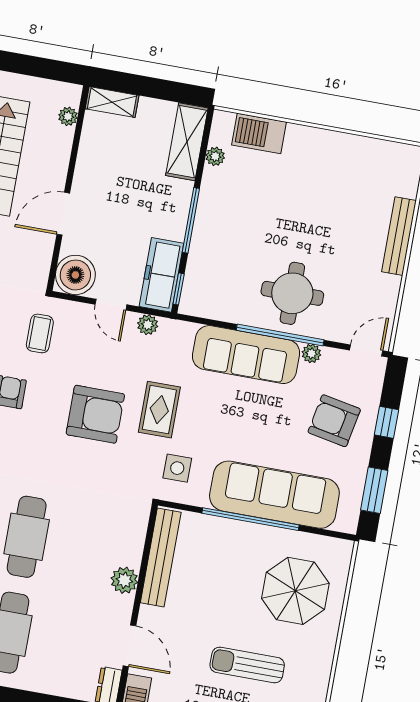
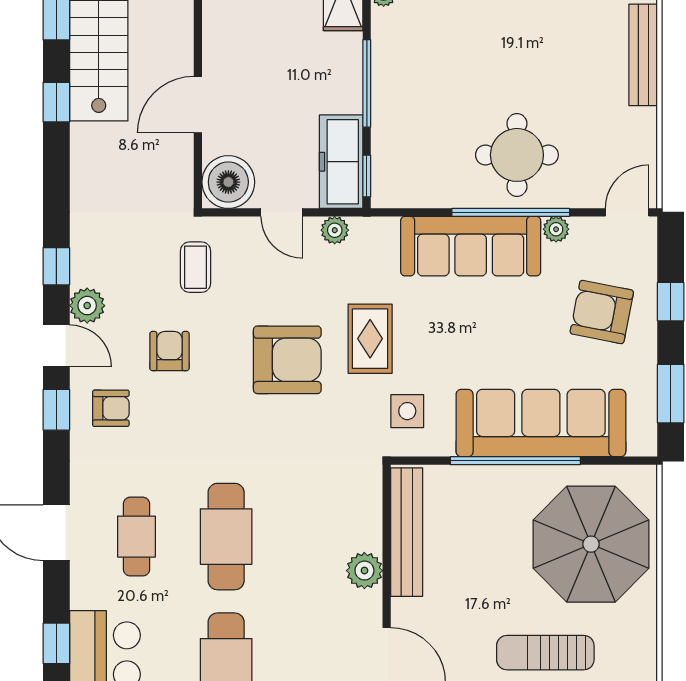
parasol: (295, 591) -> (591, 544), width x1.36, depth x1.36

